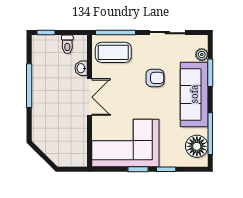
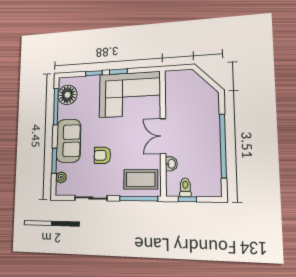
window: (46, 33) -> (187, 199), moved
window: (29, 86) -> (223, 146), width x1.46
sofa: (194, 94) -> (68, 141), width x0.73

